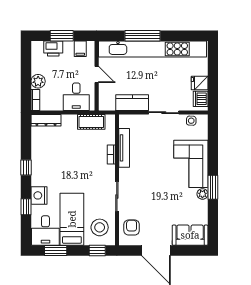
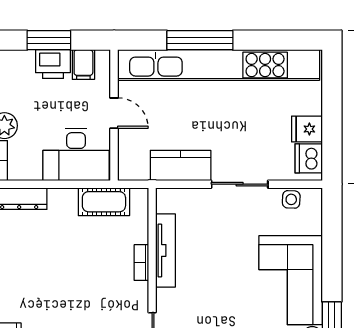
printer: (53, 48) -> (53, 64), moved
desk: (76, 97) -> (76, 155), width x1.37

